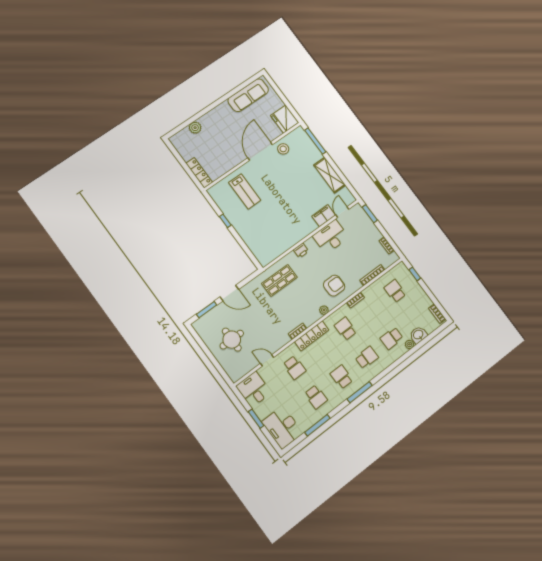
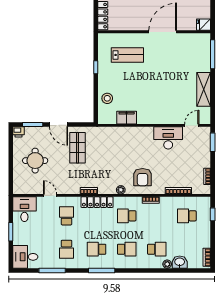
fridge: (285, 119) -> (204, 25), width x0.53, depth x0.75
stool: (283, 149) -> (107, 98), moved
lab bench: (245, 191) -> (127, 55), turned -90
filing cabinet: (324, 216) -> (127, 118), moved
printer: (301, 250) -> (18, 132), moved
shop shelf: (279, 280) -> (77, 148), moved, turned 90
armchair: (334, 286) -> (143, 177), turned 90
school desk: (395, 291) -> (187, 216), turned -90
school desk: (345, 329) -> (127, 216), turned -90
school desk: (392, 338) -> (157, 249), turned 180
school desk: (294, 368) -> (67, 216), turned 180
school desk: (342, 377) -> (97, 249), turned -90
desk: (282, 427) -> (25, 257), width x0.73

